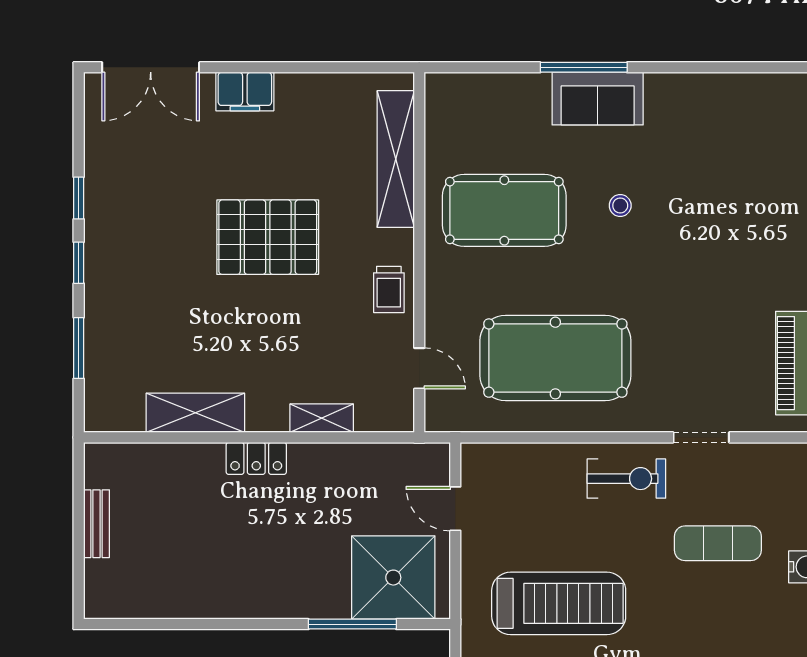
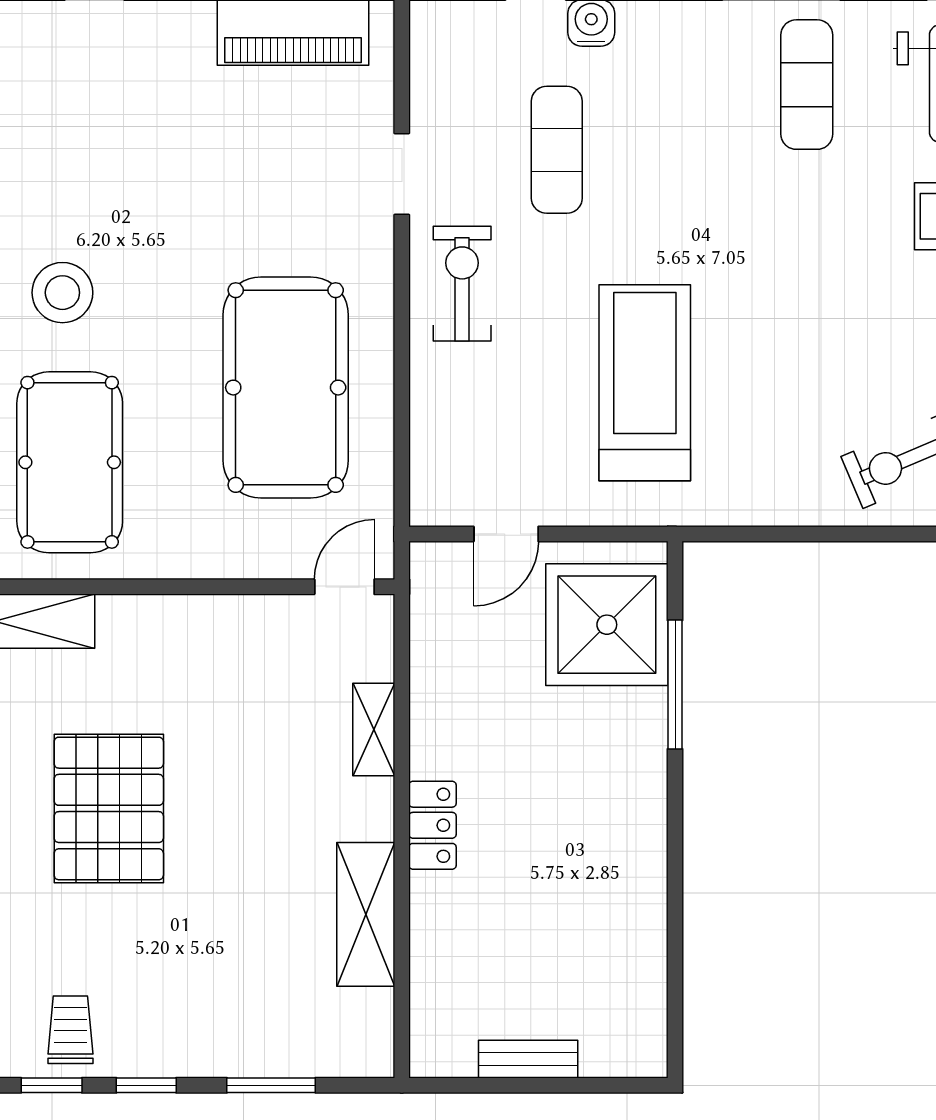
stool: (620, 206) -> (62, 293), width x1.89, depth x1.89
trolley: (389, 289) -> (70, 1030), moved, turned -90
door: (419, 368) -> (344, 587), moved

